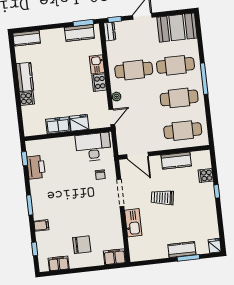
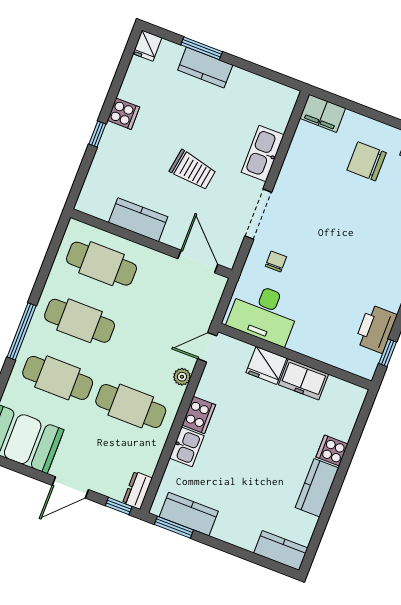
cooker: (206, 176) -> (123, 114), moved

